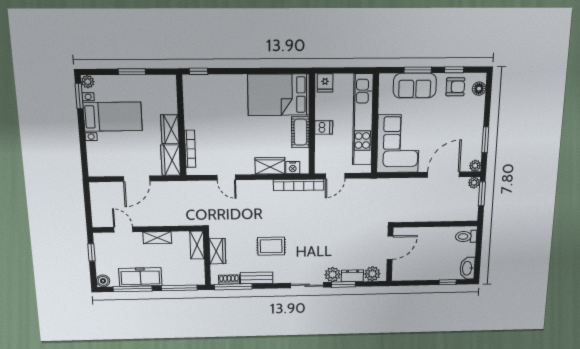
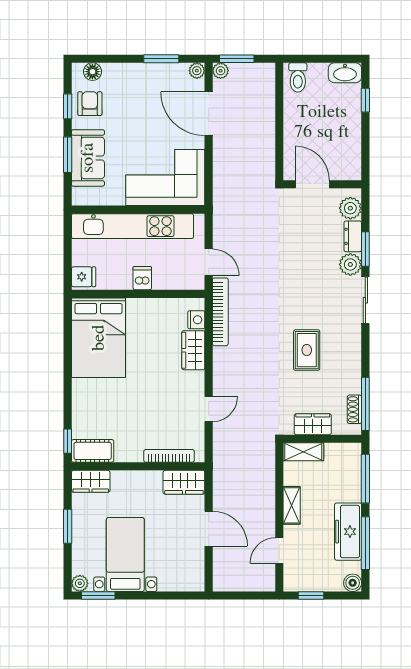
wardrobe: (170, 129) -> (91, 481), moved
cot: (300, 132) -> (93, 451), moved
bench: (257, 278) -> (353, 371), removed

